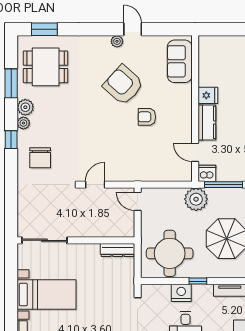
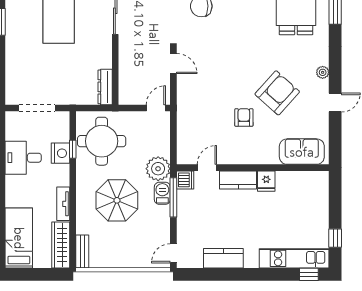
plant: (117, 41) -> (323, 72), moved
barbecue: (220, 195) -> (162, 193), added
window: (198, 281) -> (73, 149), moved

